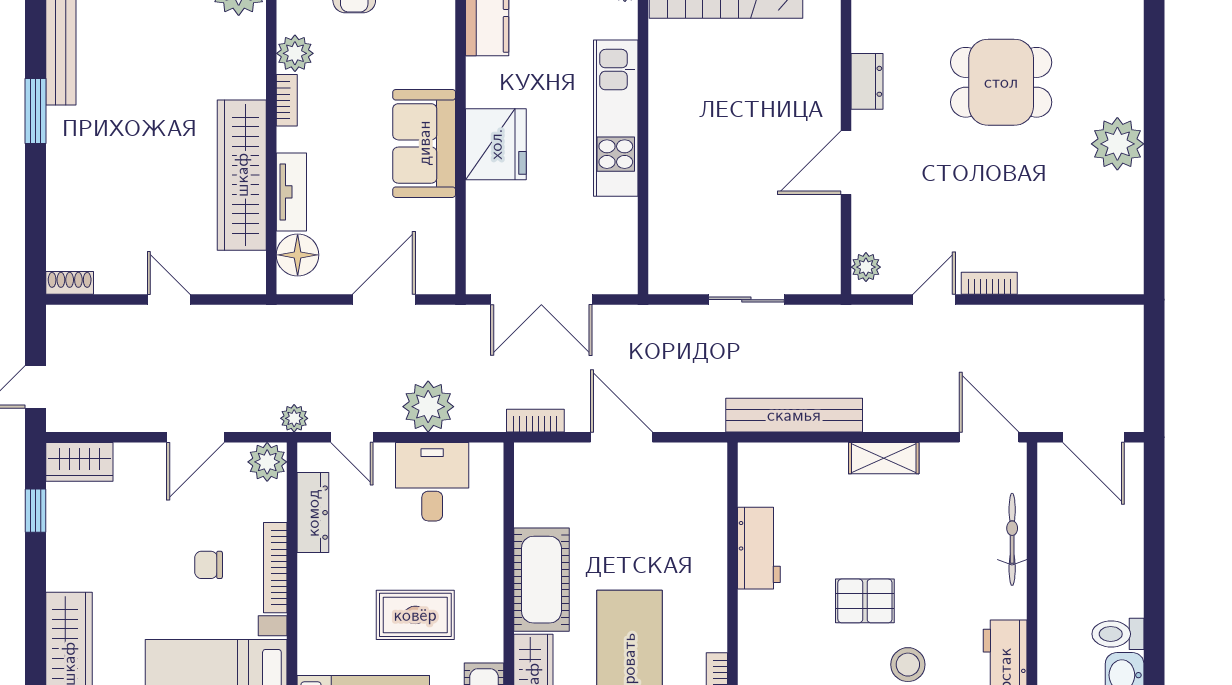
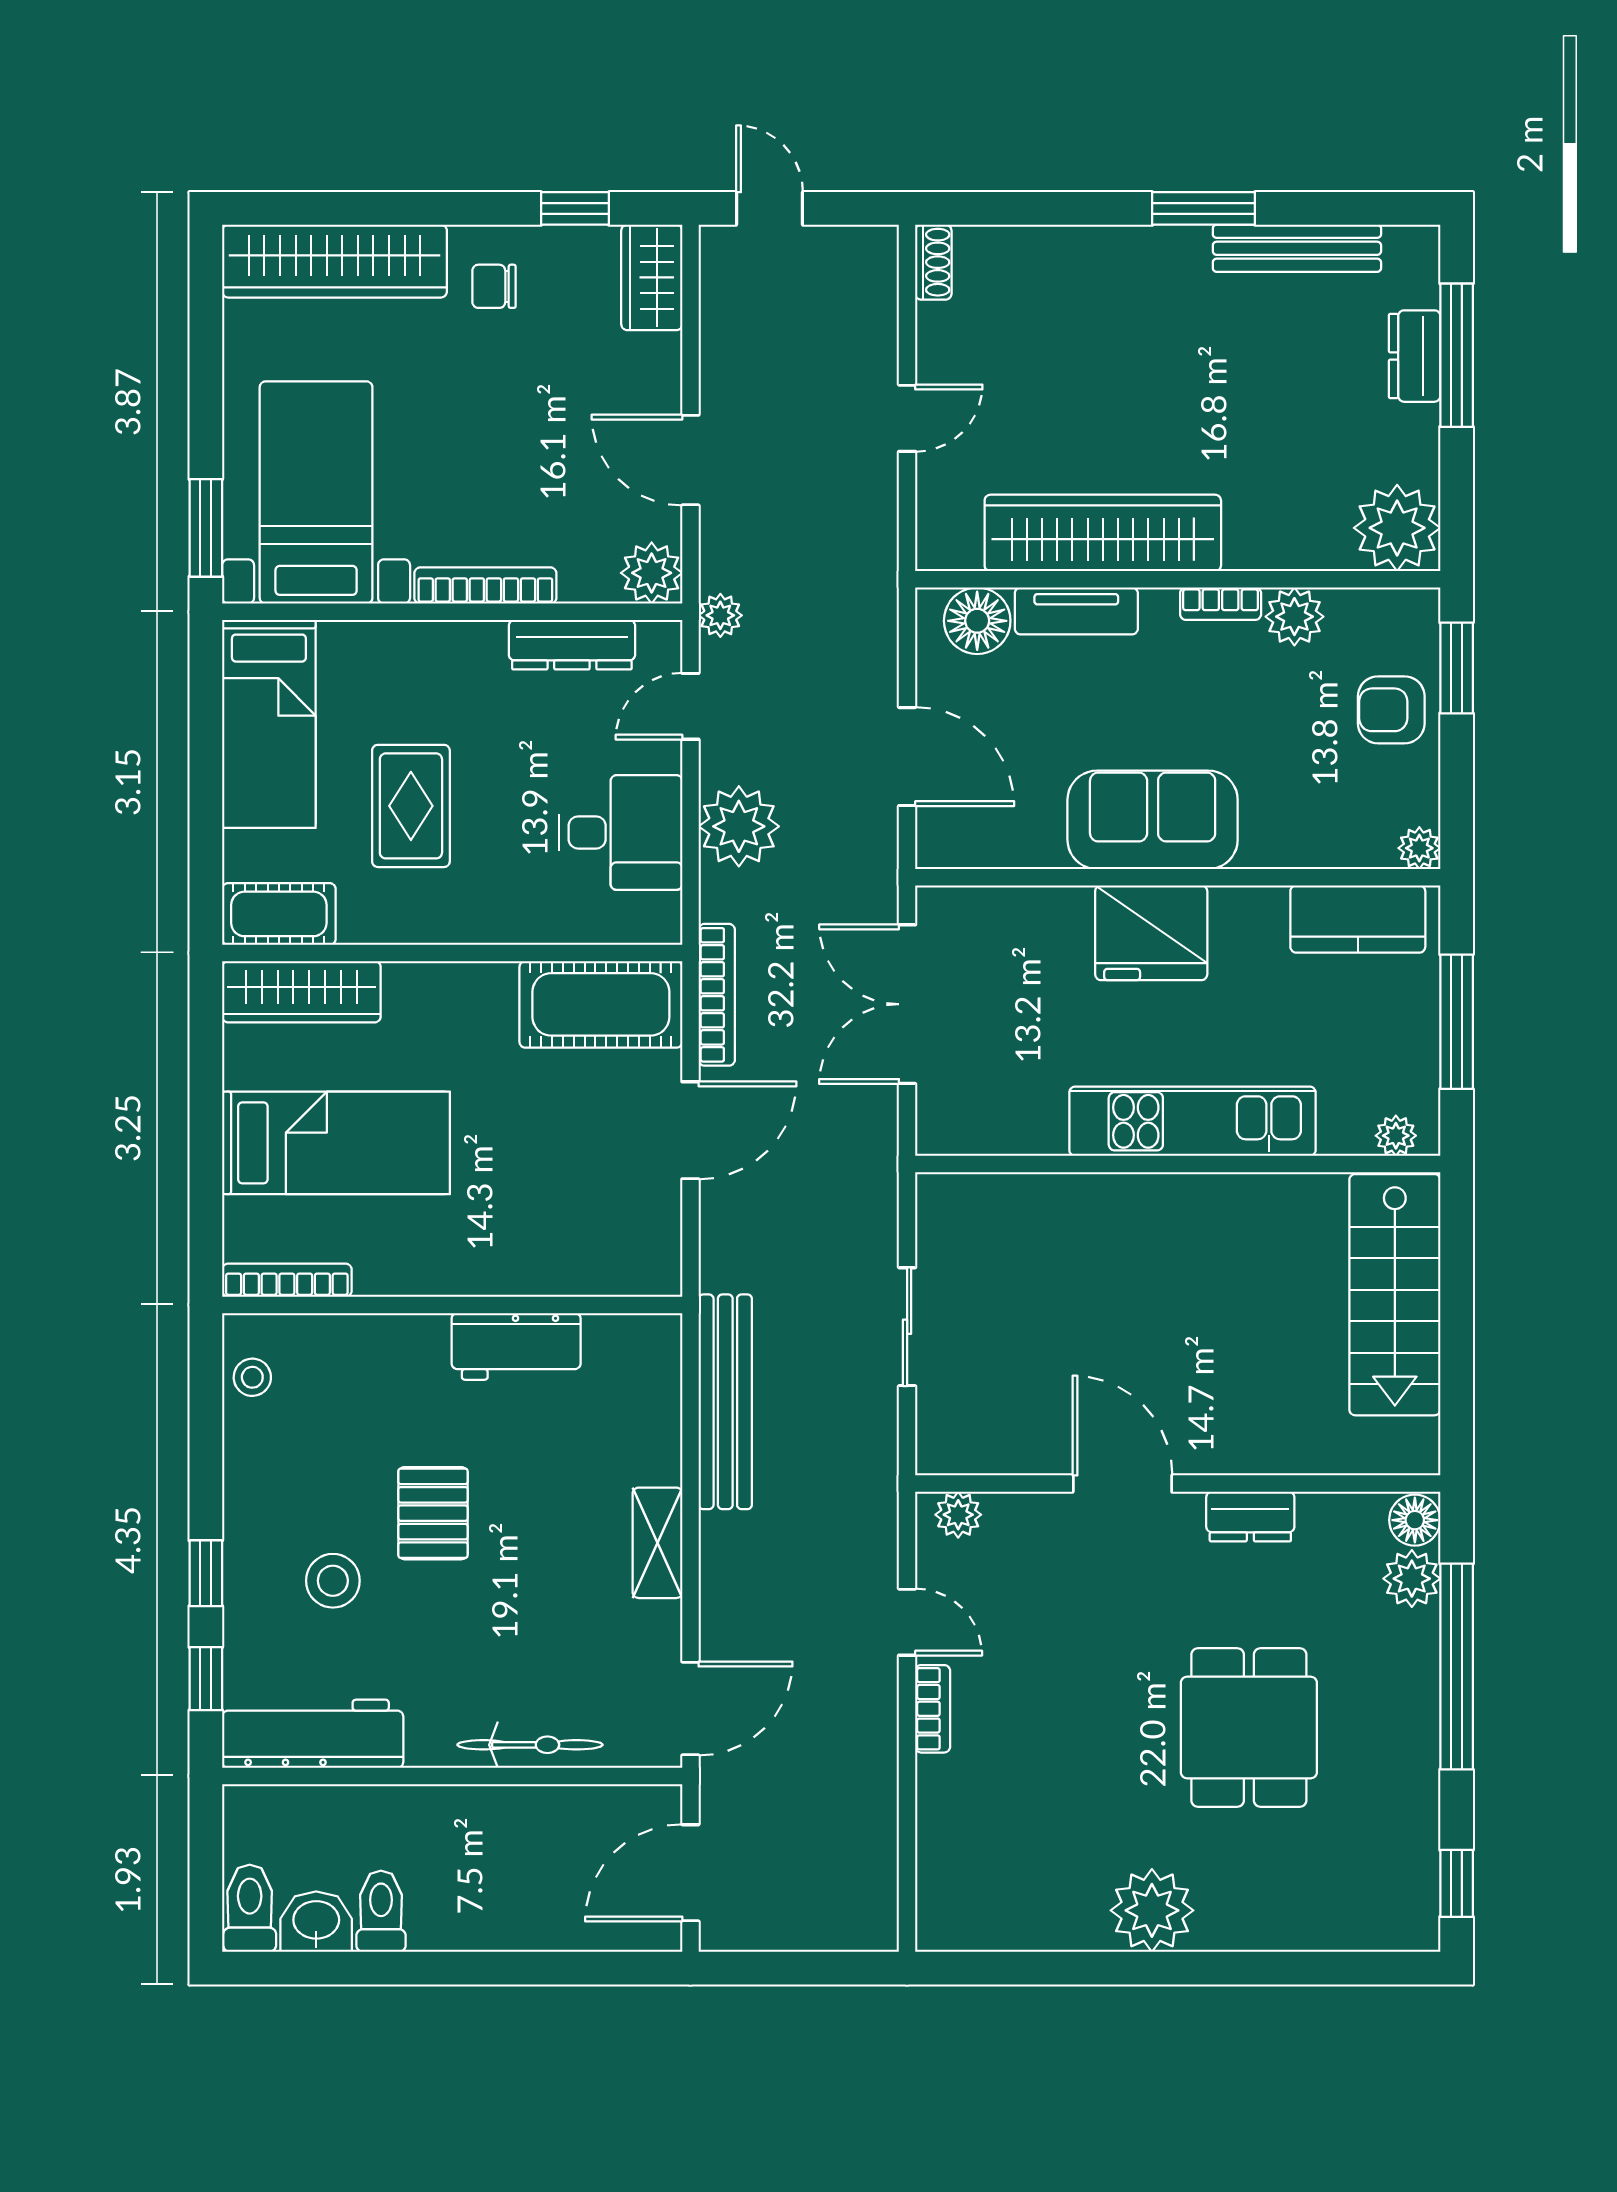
bookcase: (535, 421) -> (717, 995), width x1.56
chair: (209, 565) -> (494, 286), moved, turned -90
cot: (541, 580) -> (601, 1004), moved

